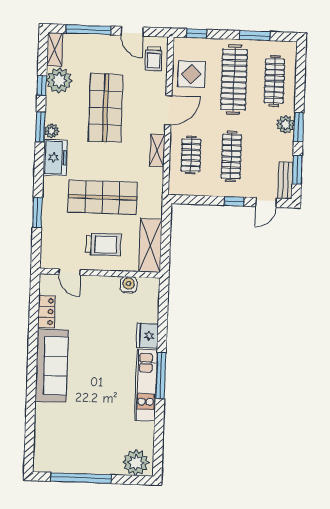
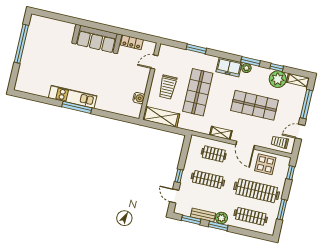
bench: (285, 180) -> (203, 215), moved
fridge: (147, 336) -> (104, 104), removed
plant: (136, 462) -> (25, 81), removed

